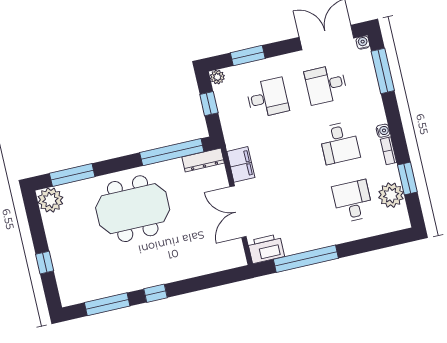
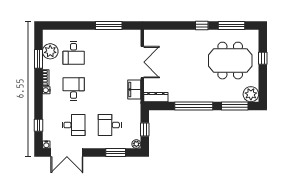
window: (383, 71) -> (38, 125), width x0.46
window: (172, 152) -> (194, 106), moved
meeting table: (133, 209) -> (230, 61), moved
printer: (266, 249) -> (131, 37), removed
window: (306, 259) -> (109, 25), width x0.68

